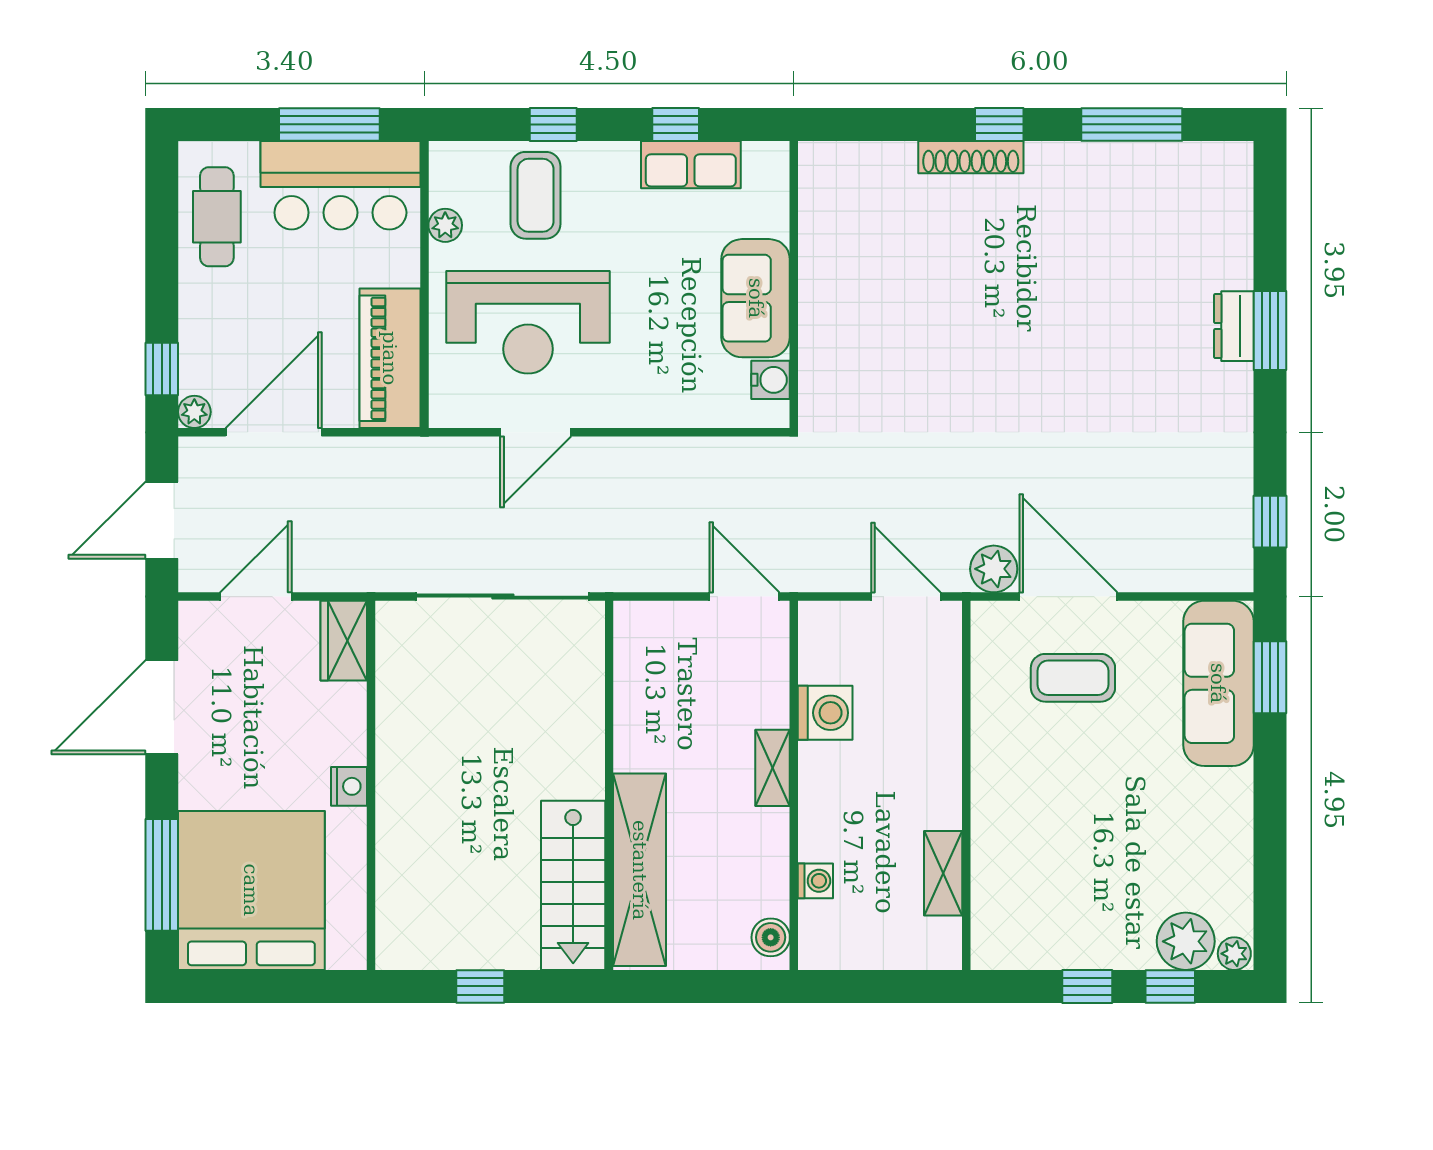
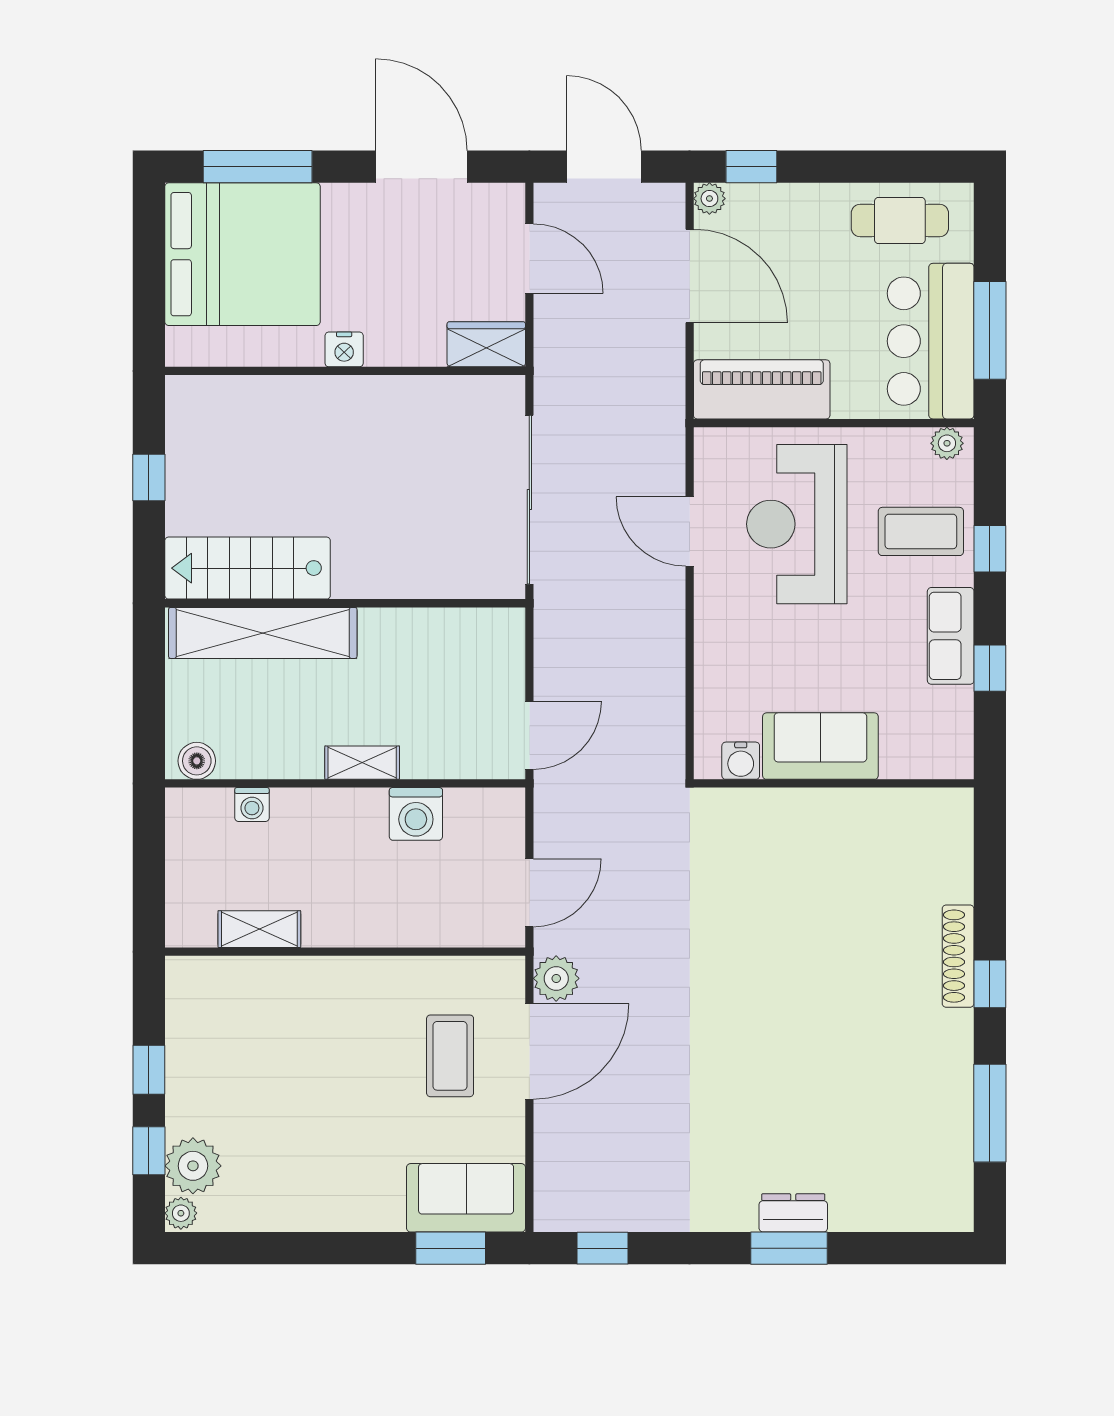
row of seats: (691, 165) -> (951, 636), moved
plant: (445, 225) -> (947, 443), moved
sofa: (1218, 683) -> (466, 1198), width x0.73

